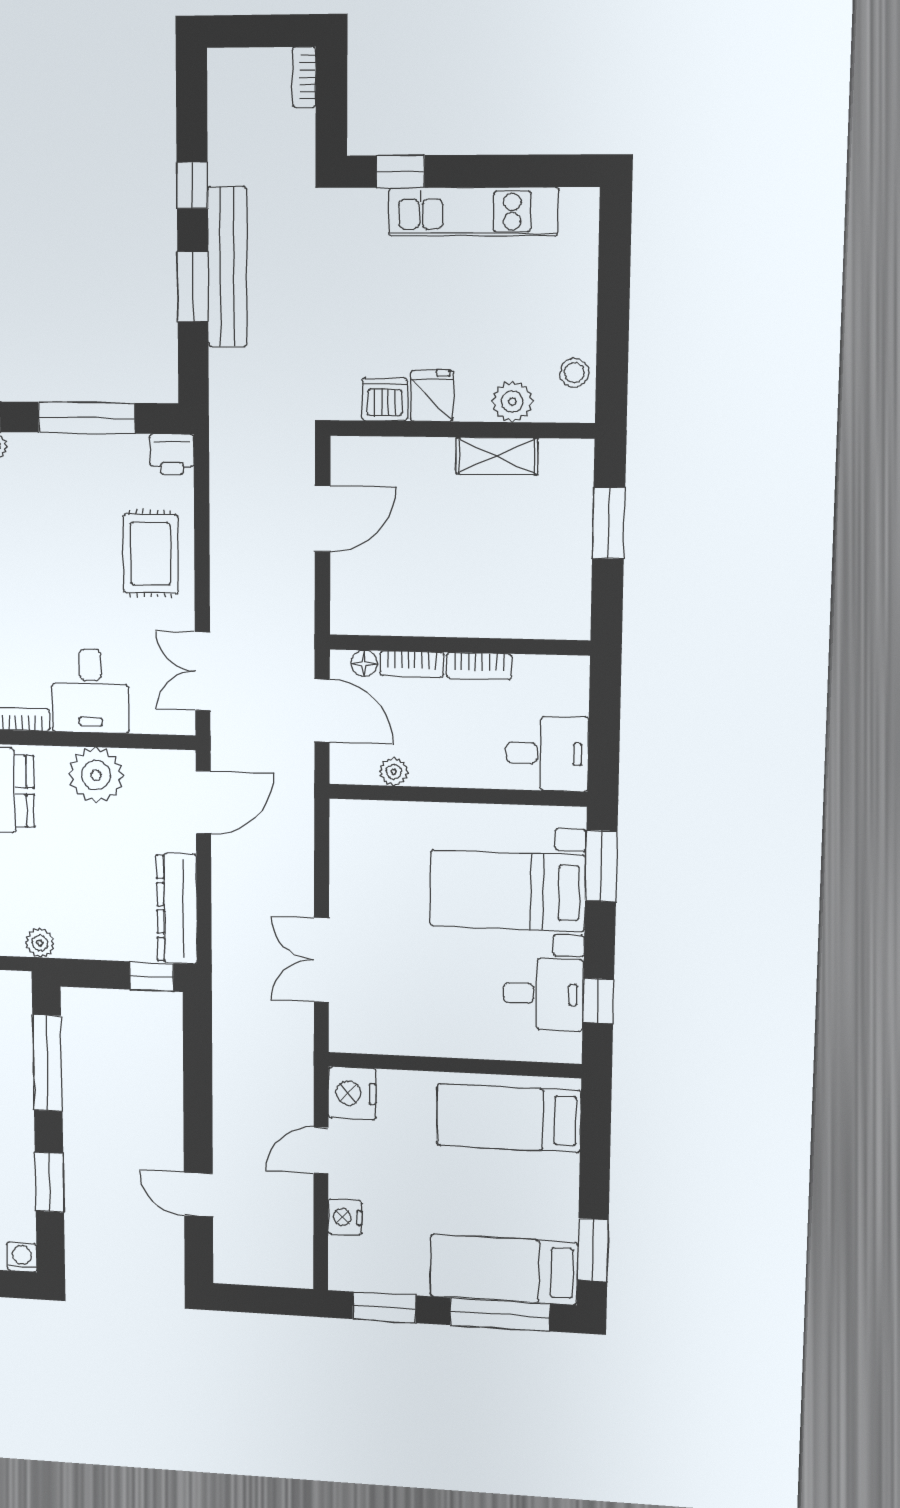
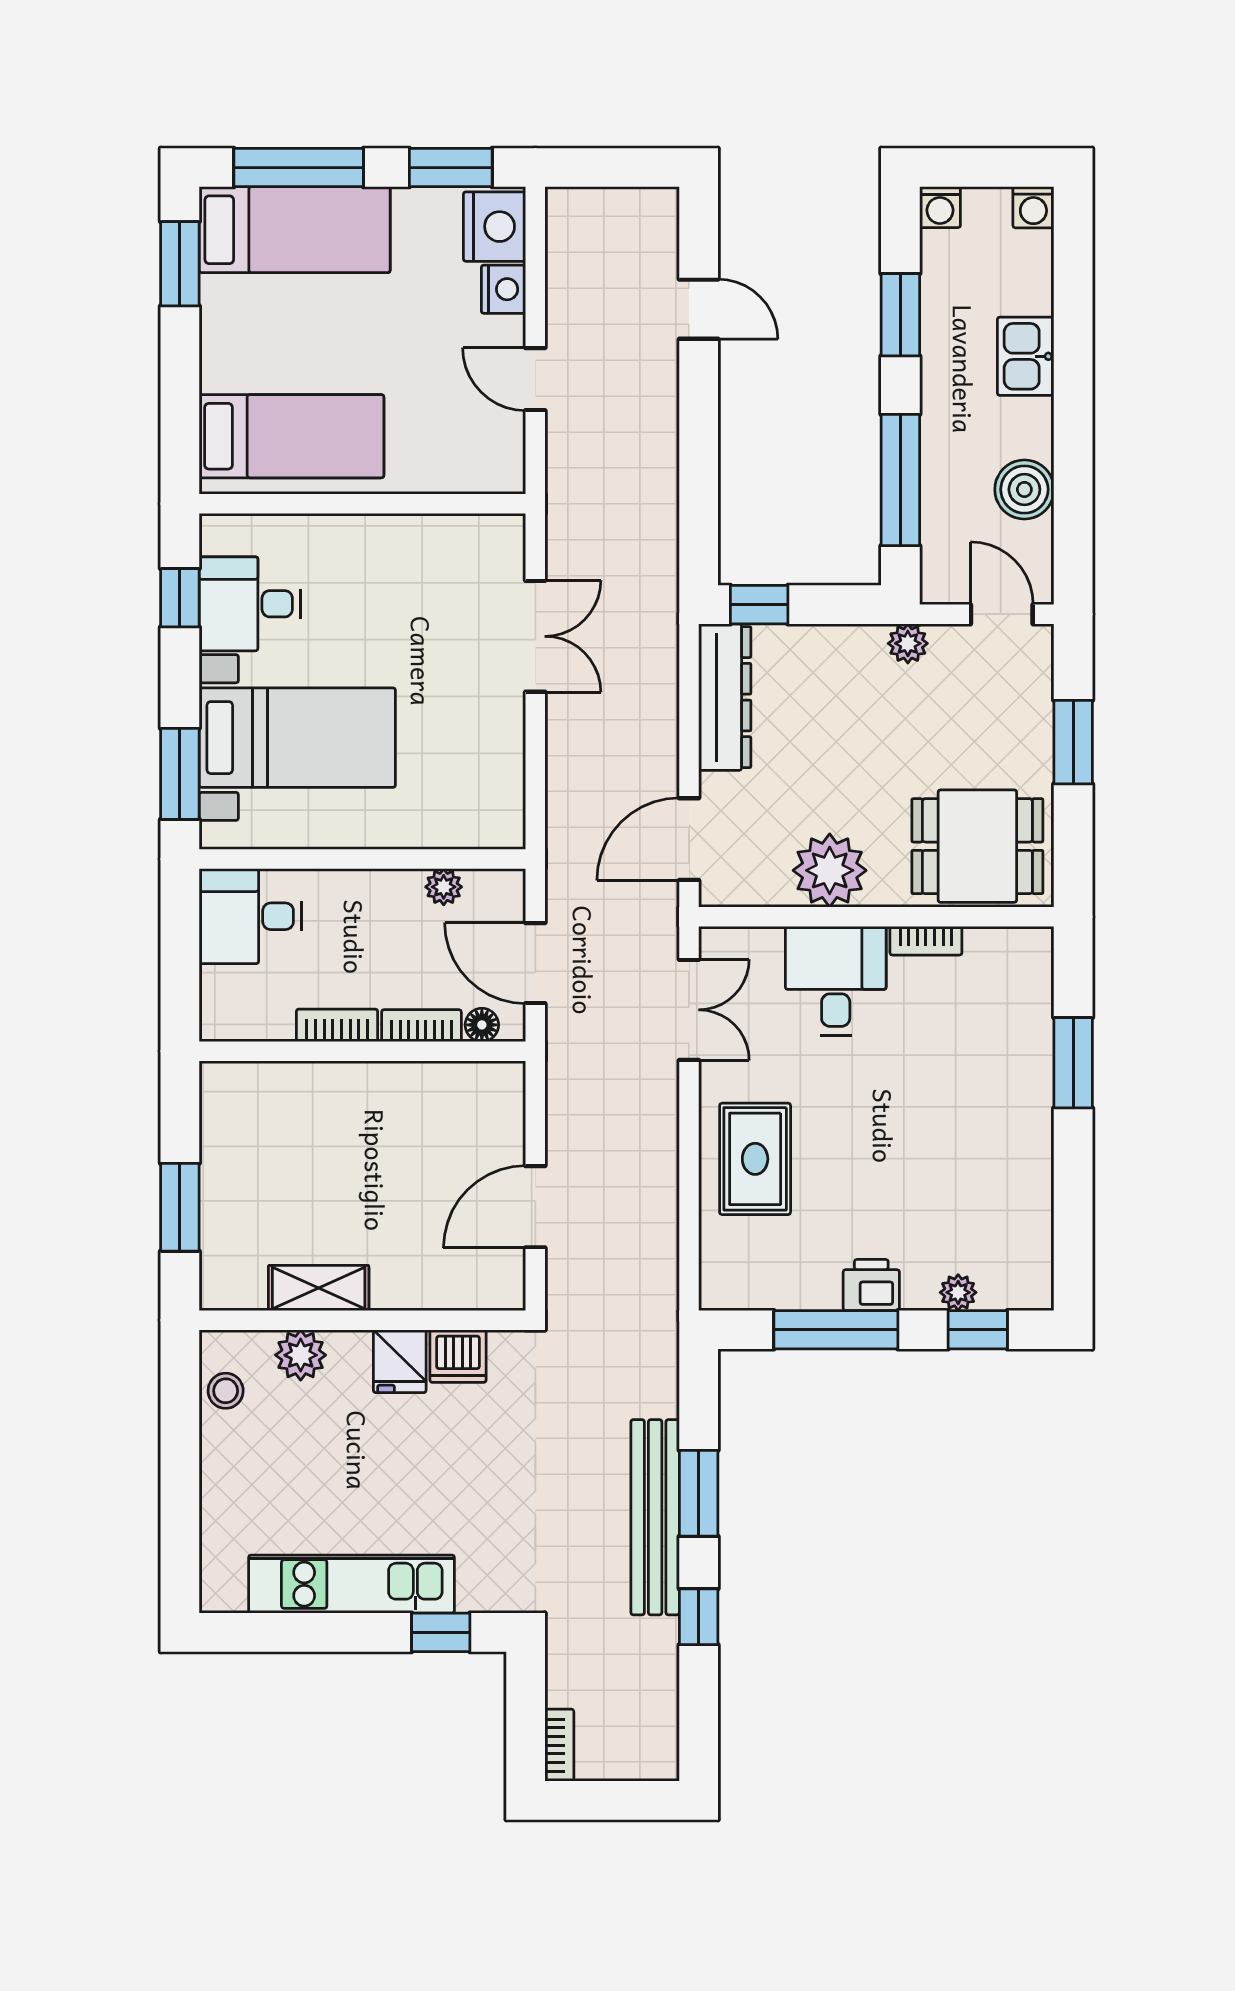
printer: (172, 454) -> (871, 1285), moved
nightstand: (352, 1093) -> (495, 227), moved
door: (321, 1150) -> (535, 379), swing flipped

